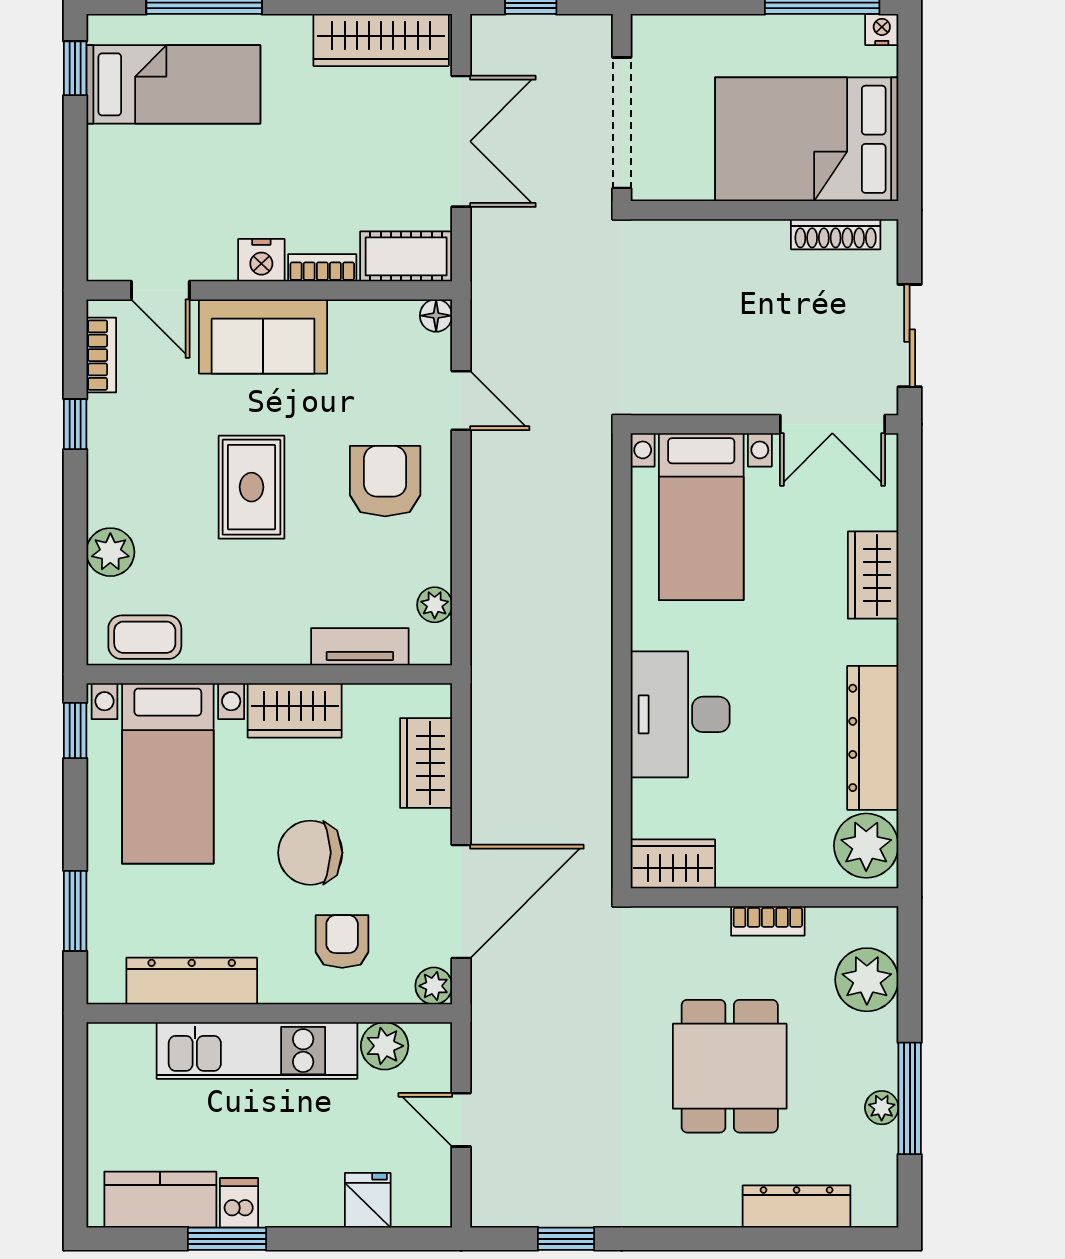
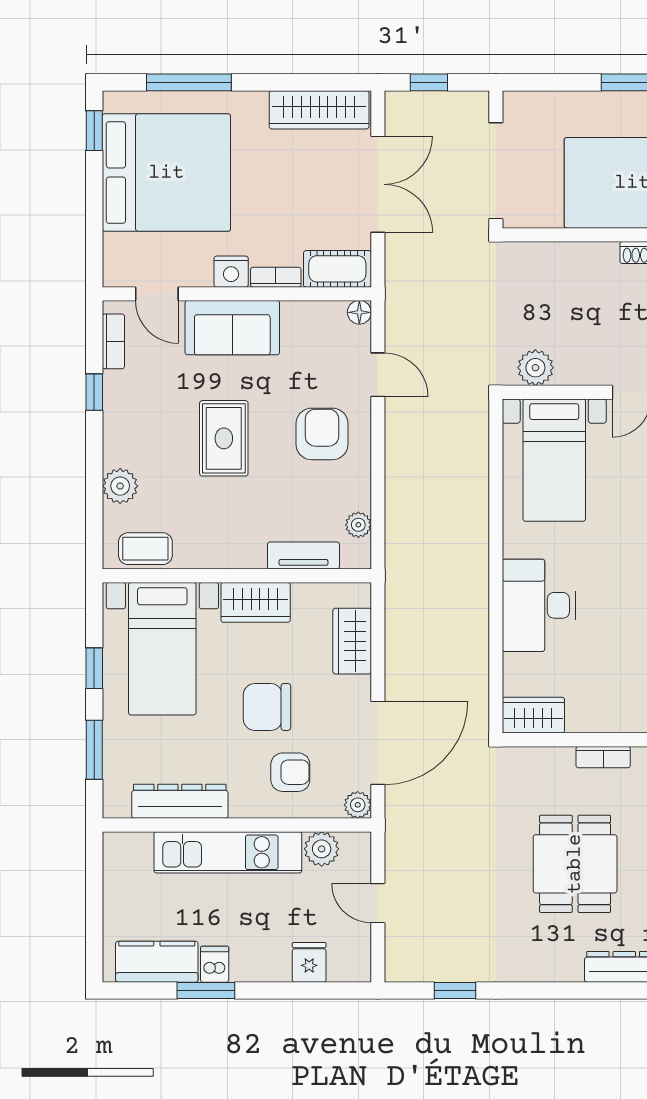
bed: (173, 84) -> (166, 173), width x2.04
plant: (676, 391) -> (535, 368), added
window: (75, 730) -> (94, 668), moved
armchair: (342, 941) -> (290, 772), turned 90

